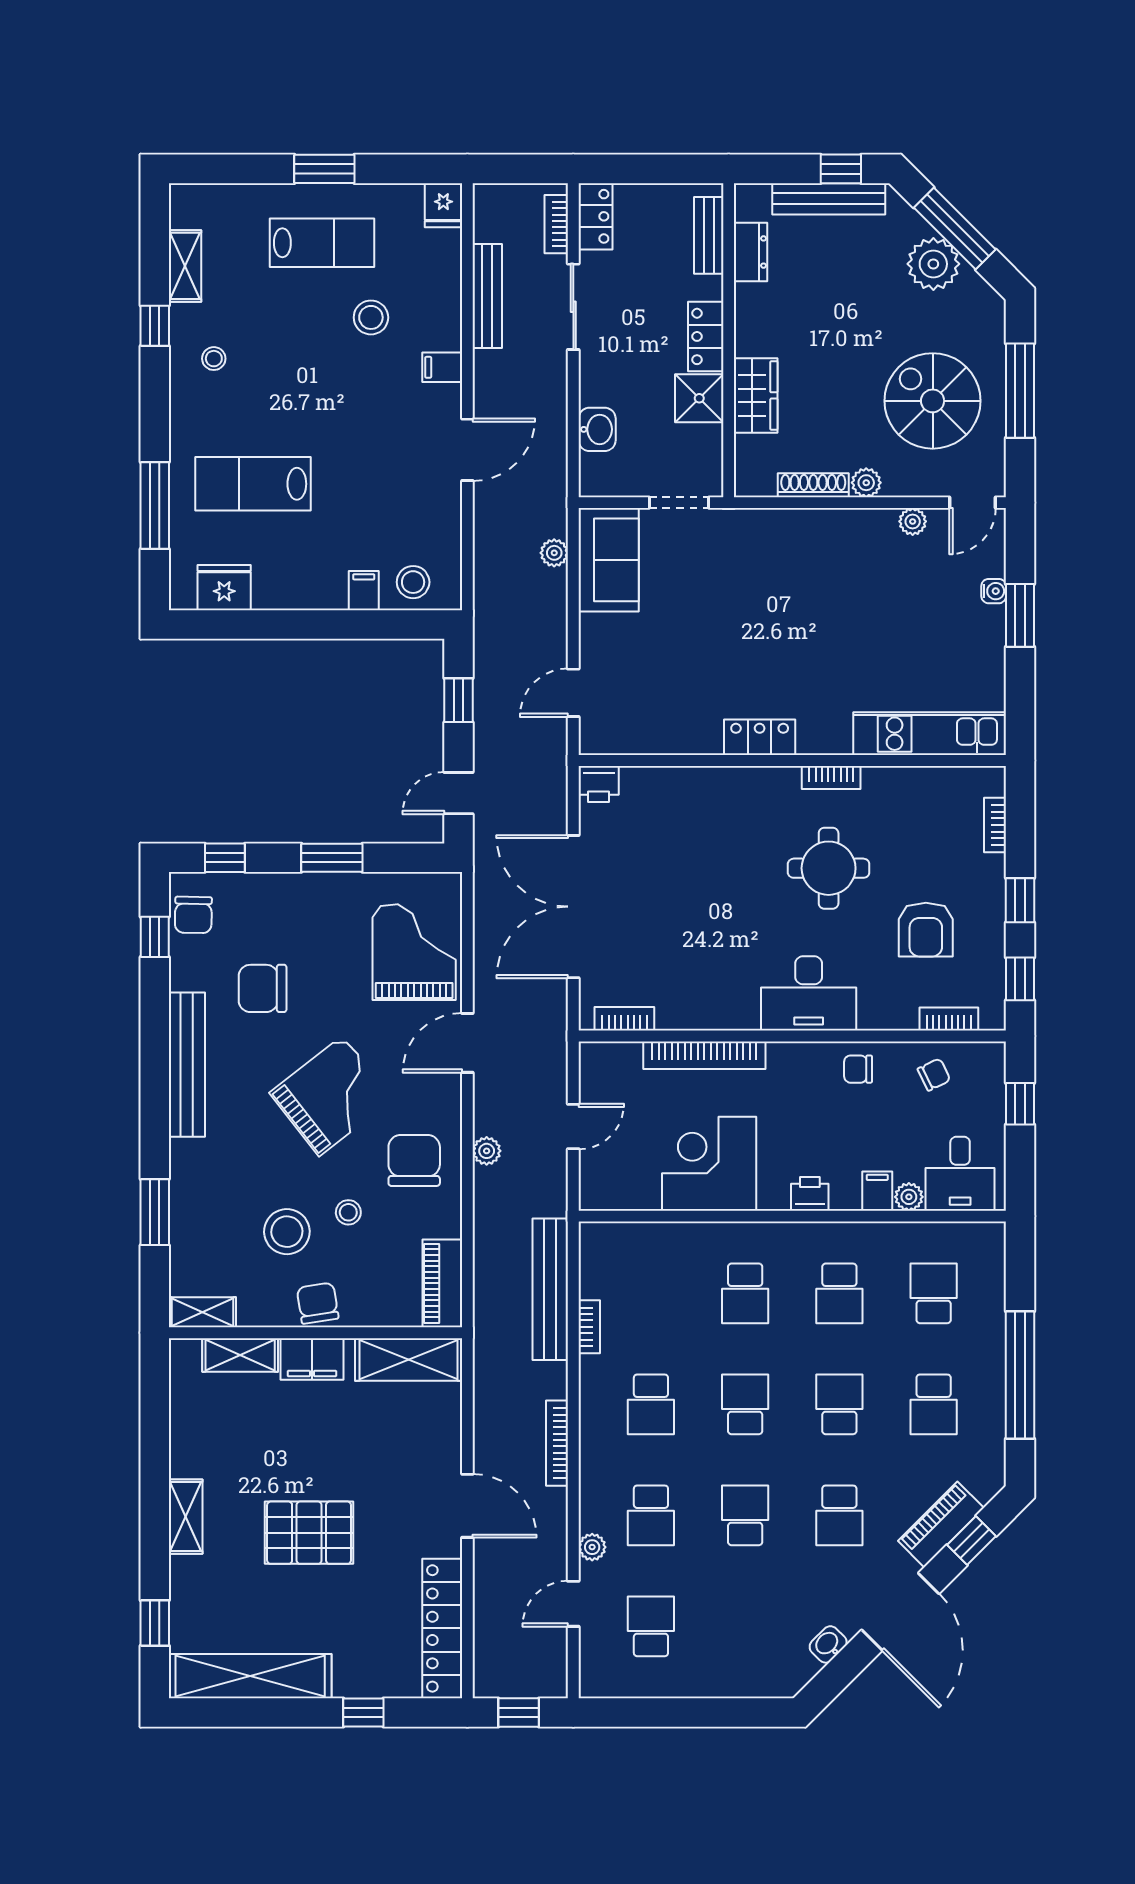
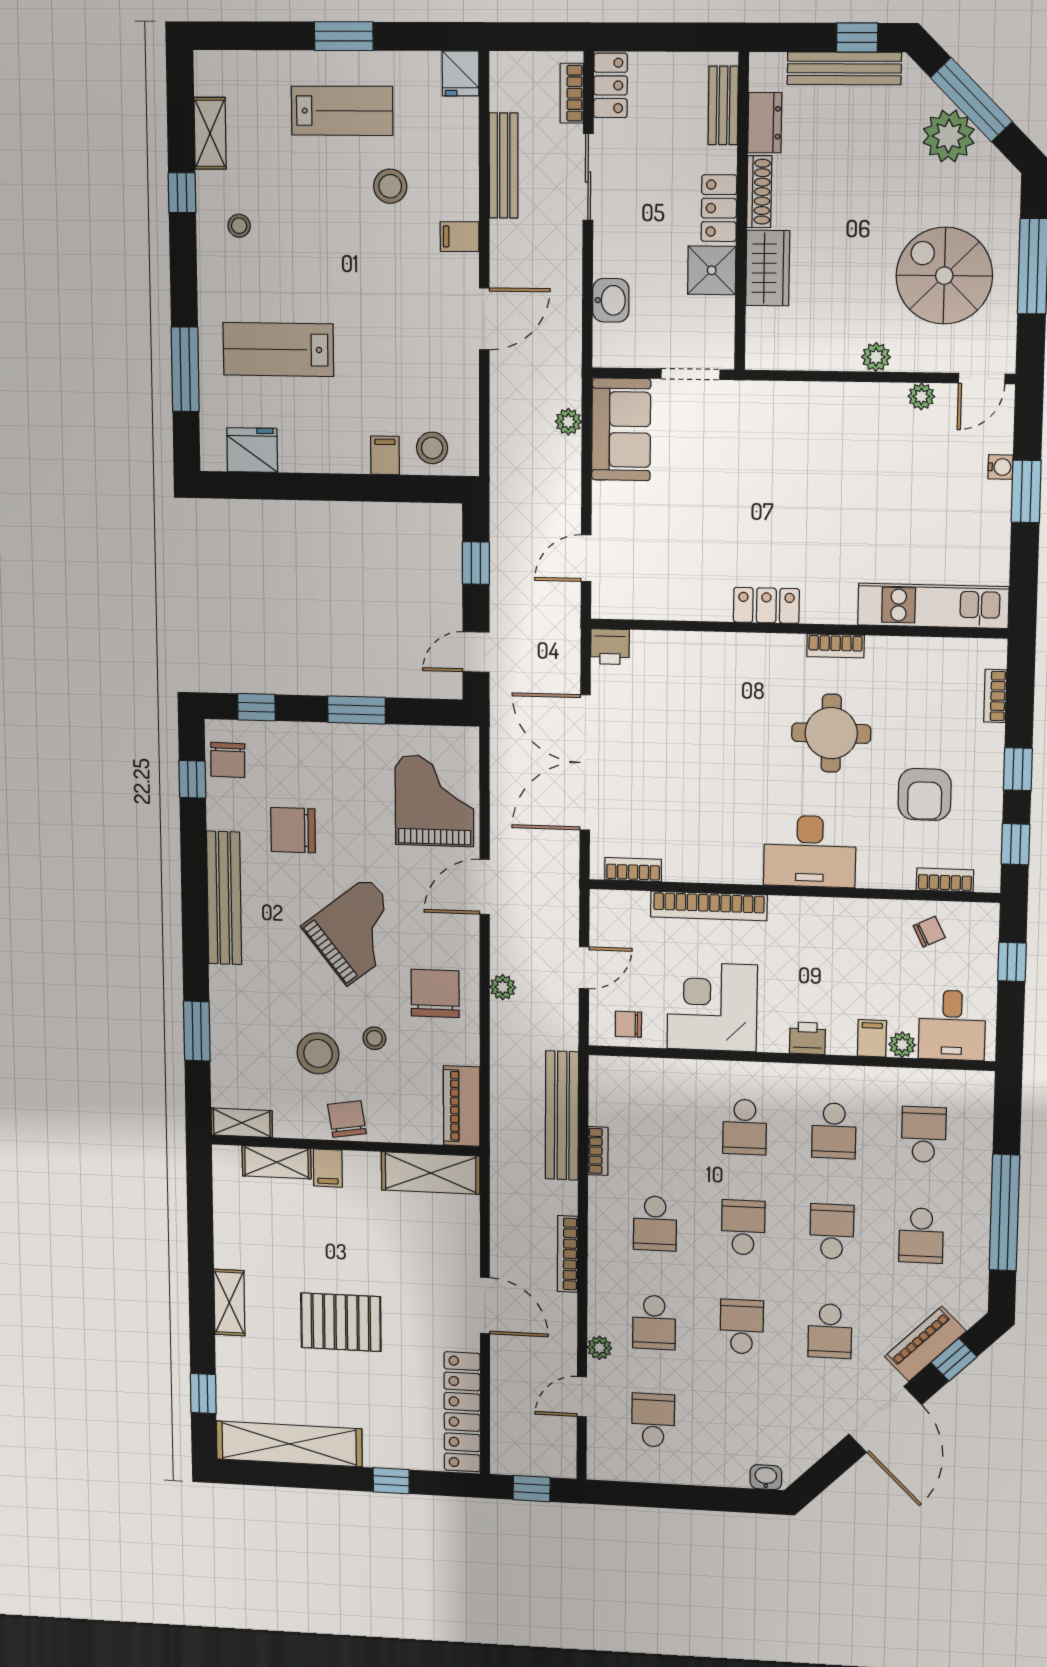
shoe rack: (813, 485) -> (759, 192), moved, turned 90
chair: (858, 1069) -> (628, 1024), moved
filing cabinet: (312, 1359) -> (328, 1168), width x0.50
washbasin: (828, 1644) -> (766, 1477), moved, turned 45

